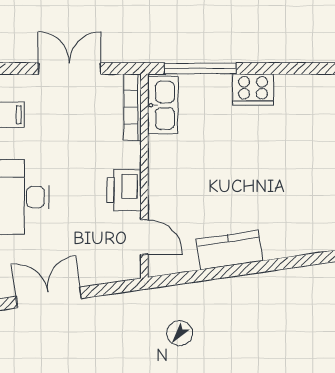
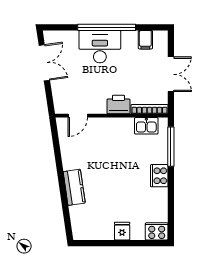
kitchen sink: (163, 105) -> (146, 126), width x0.73
printer: (124, 190) -> (118, 104), moved
kitchen counter: (229, 250) -> (74, 187), moved

